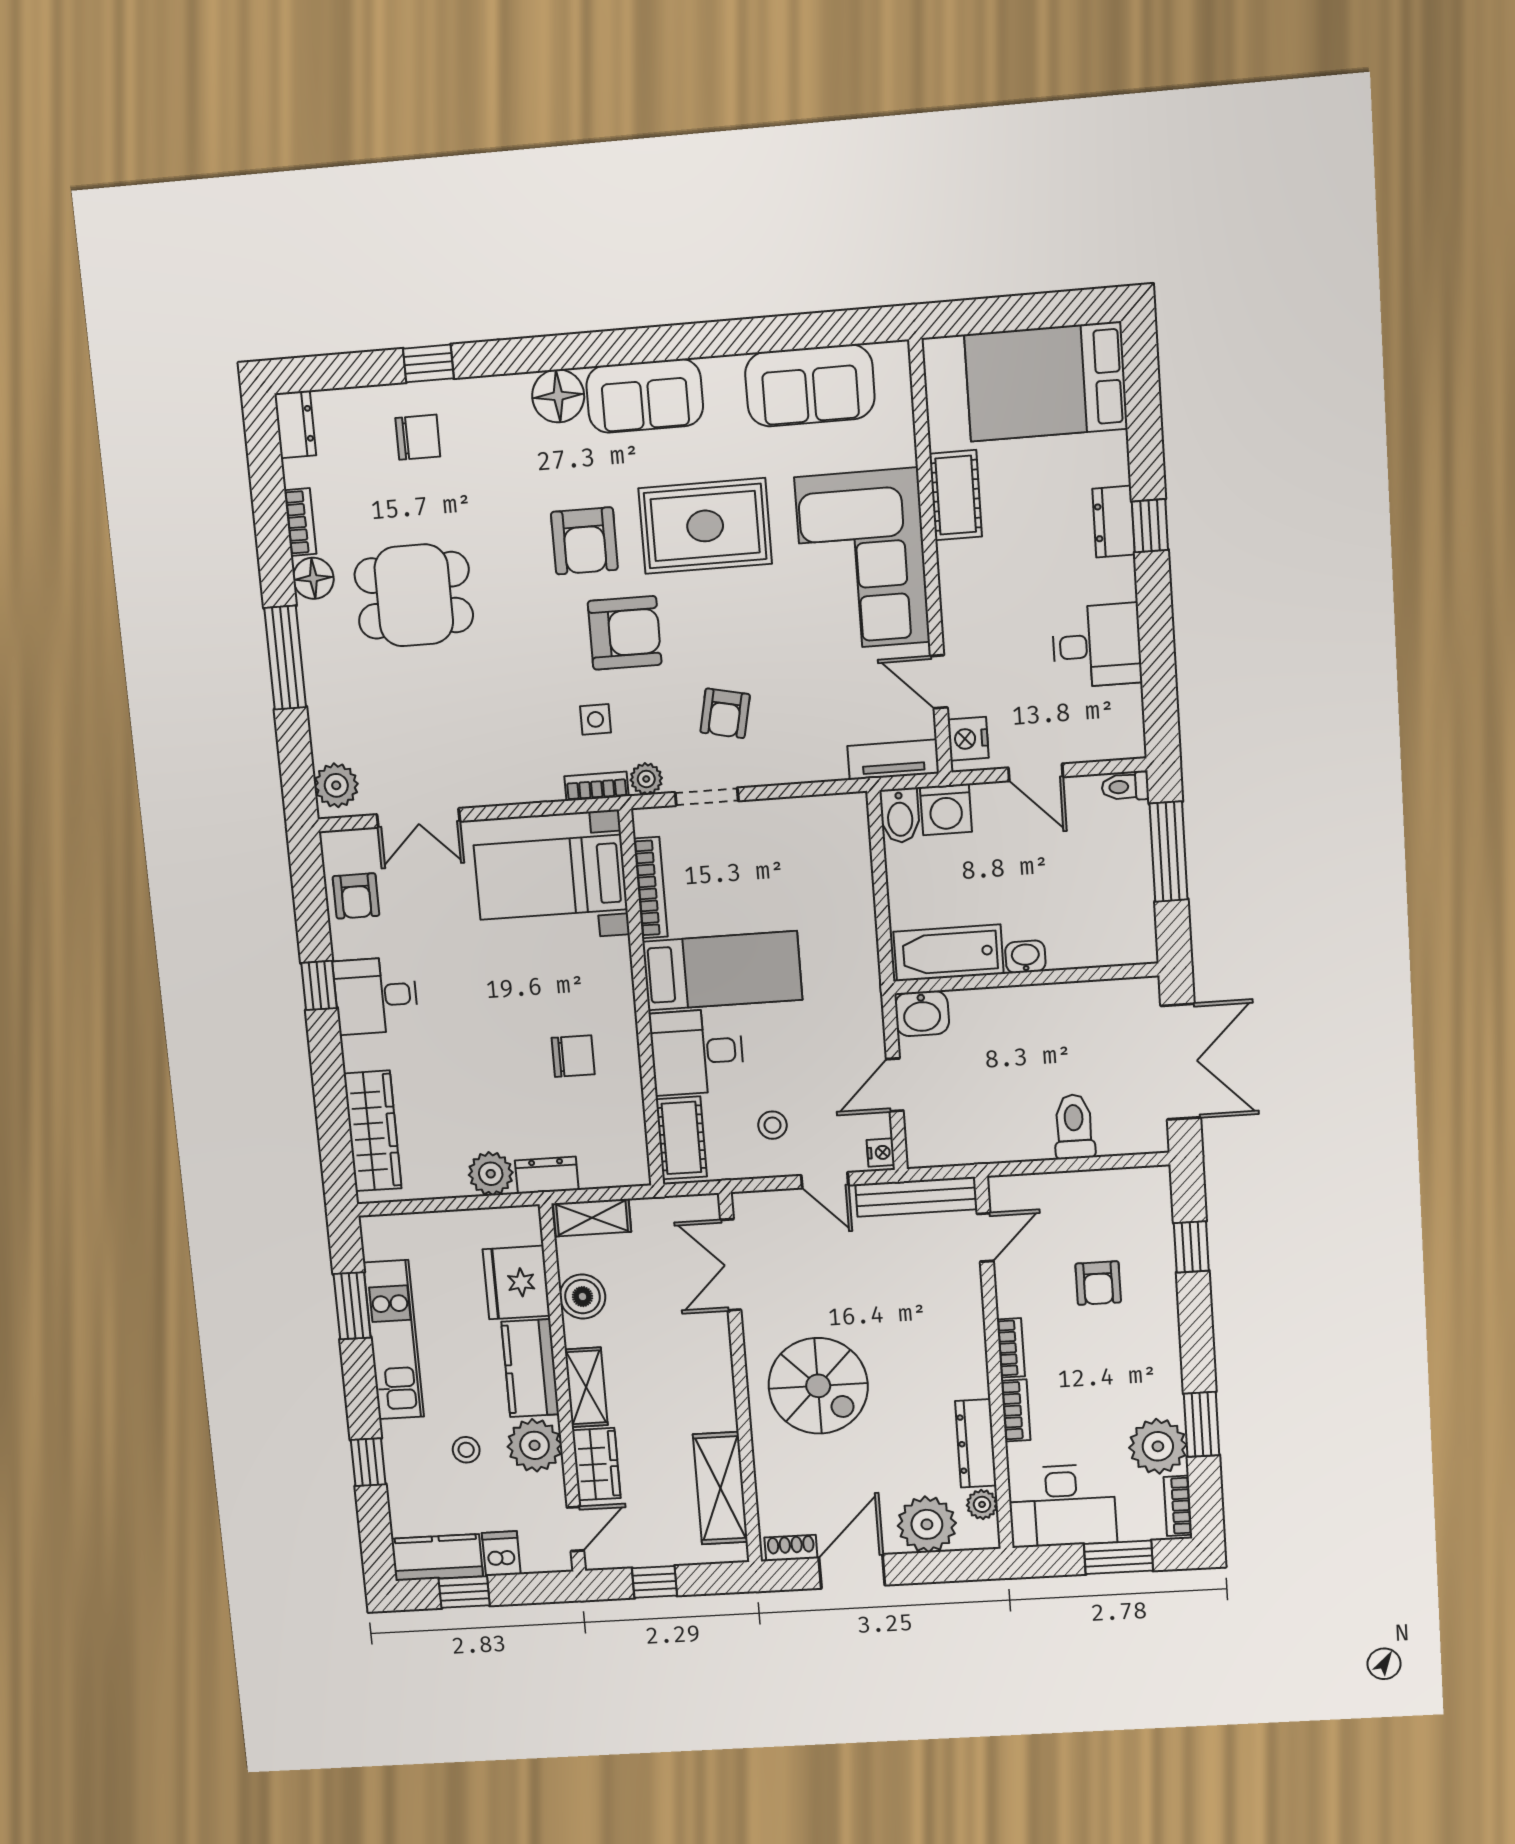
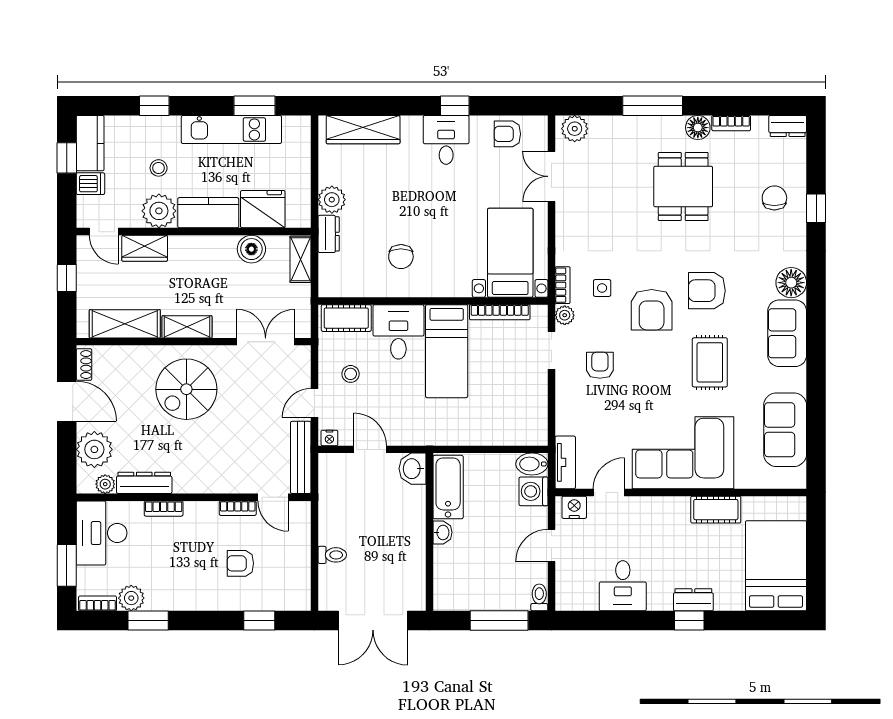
chair: (418, 437) -> (774, 198), turned 180
rug: (705, 526) -> (710, 362), width x0.73, depth x0.70
armchair: (725, 713) -> (600, 365), turned 78
toilet: (1074, 1127) -> (332, 555), width x0.73, depth x0.72
bookcase: (1011, 1348) -> (238, 508), moved
shelving: (586, 1387) -> (187, 327), moved
plant: (1158, 1446) -> (131, 598), width x0.73, depth x0.73

